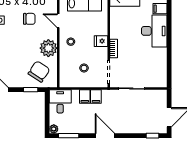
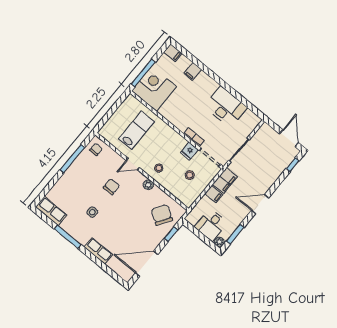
desk: (154, 31) -> (226, 107), moved
fridge: (101, 41) -> (189, 151), moved
plant: (48, 48) -> (148, 185), width x0.53, depth x0.53
filing cabinet: (96, 96) -> (225, 180), width x2.00
desk: (60, 101) -> (211, 225), moved, turned -90

